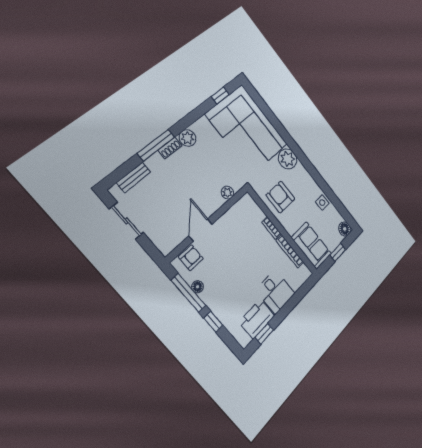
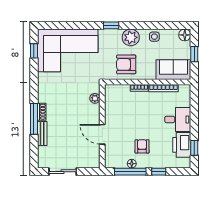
plant: (188, 138) -> (44, 96), removed
window: (299, 154) -> (111, 25), added
plant: (288, 159) -> (131, 37), moved
bench: (134, 177) -> (42, 133), moved
armchair: (191, 258) -> (142, 146), moved

